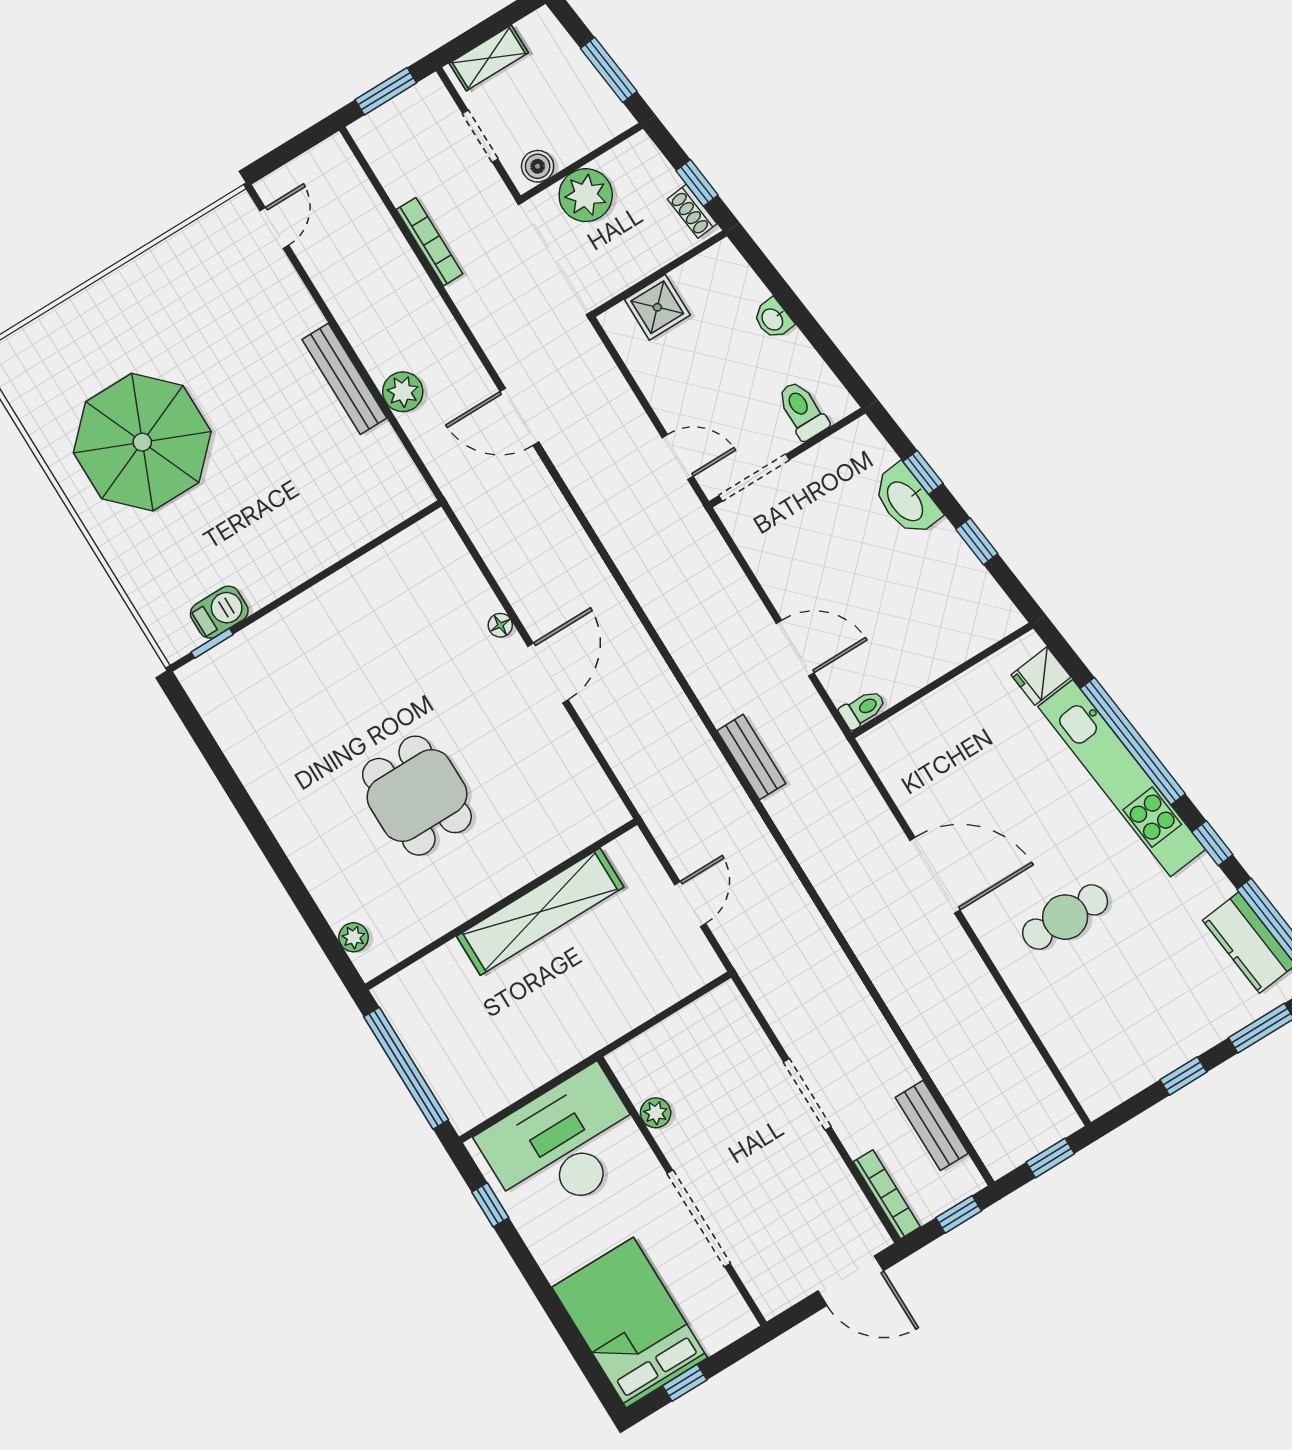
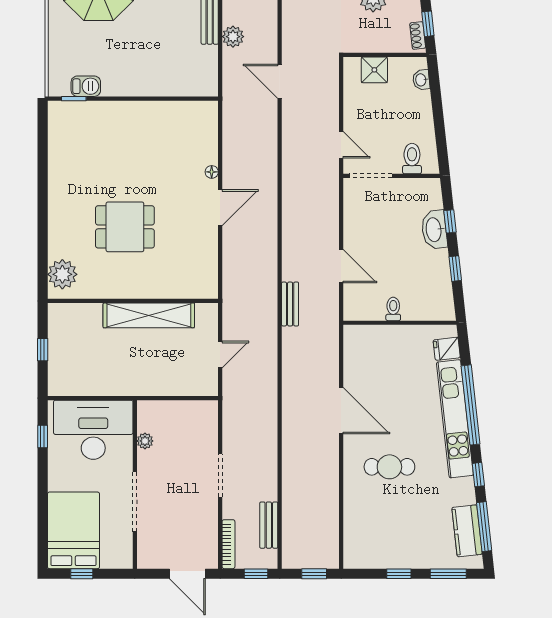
washbasin: (773, 319) -> (421, 80), moved
toilet: (863, 709) -> (393, 309), moved, turned -90
dining table: (417, 796) -> (125, 227), turned 90
plant: (354, 937) -> (62, 274), width x1.88, depth x1.88
window: (406, 1068) -> (43, 350), width x0.32

